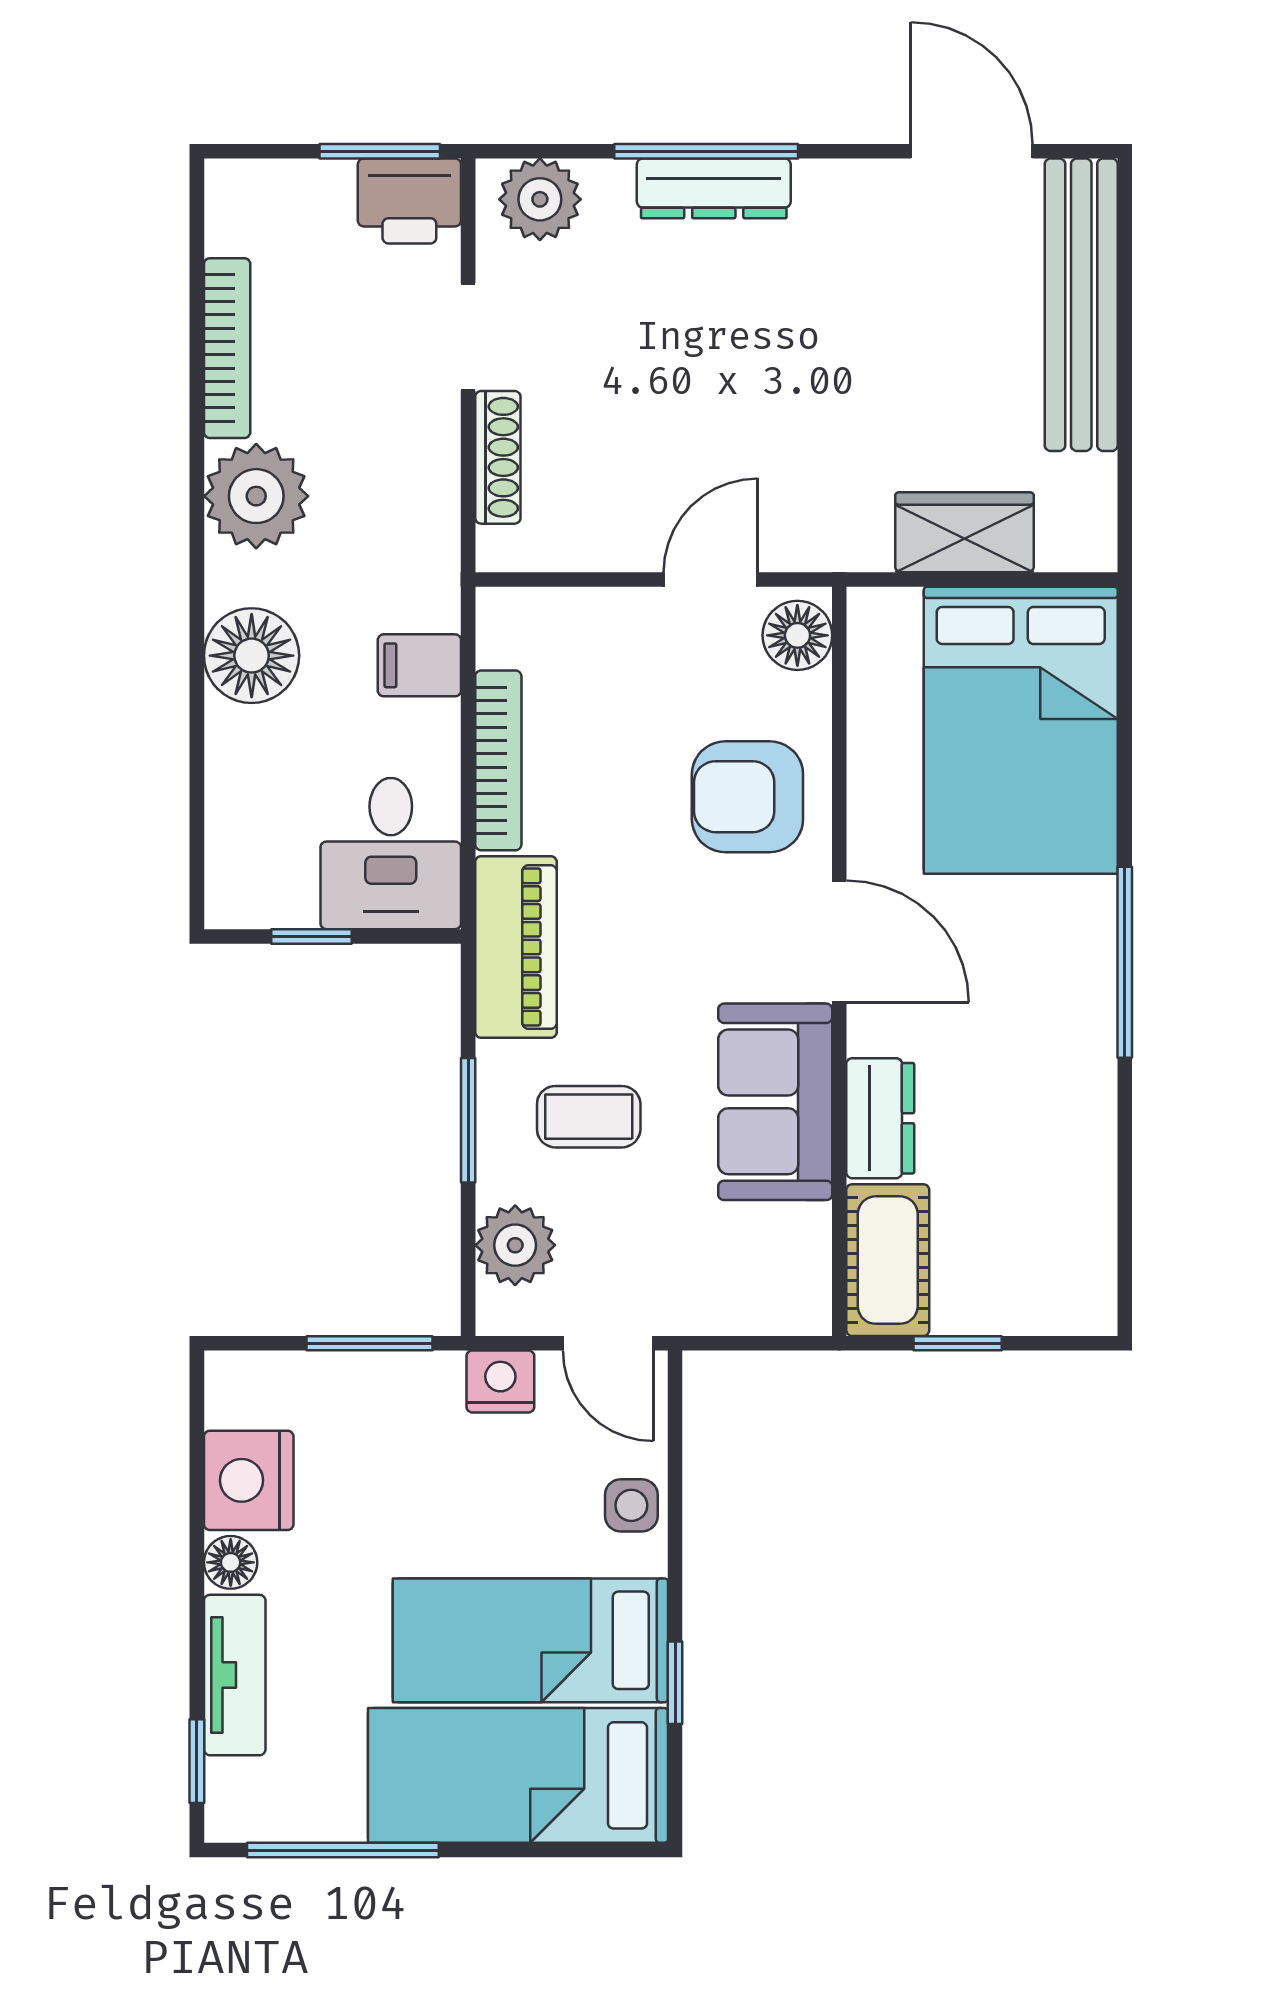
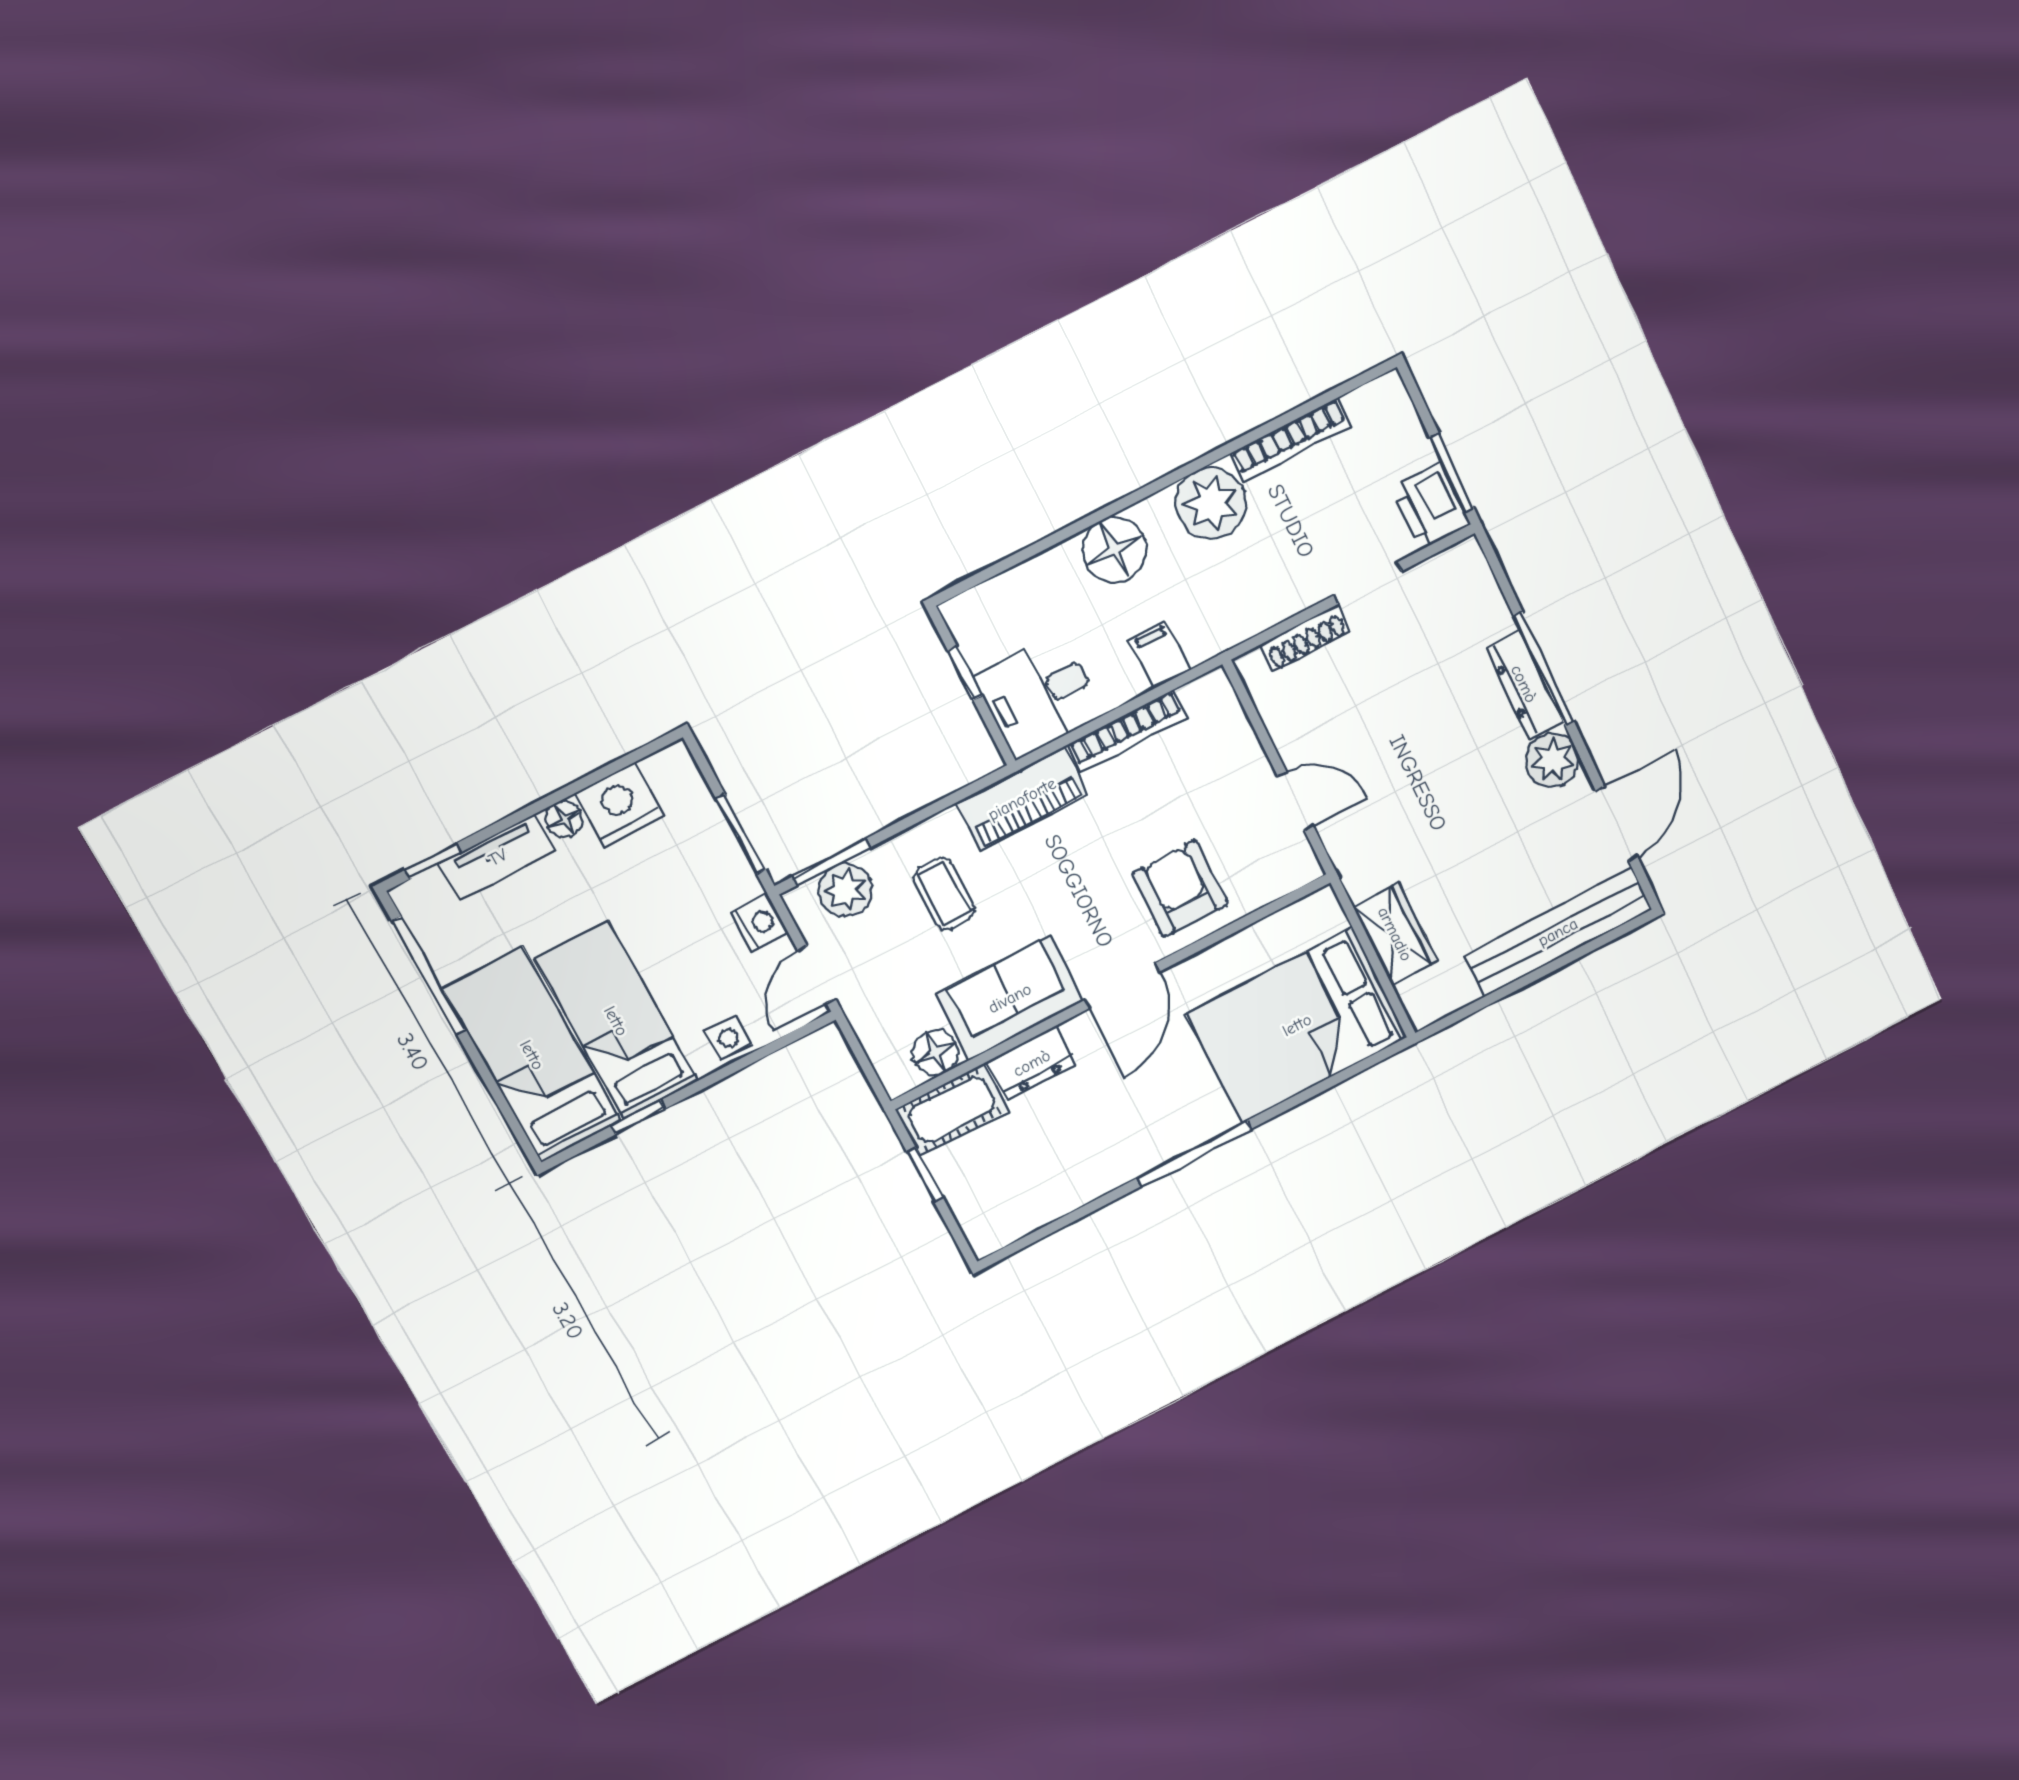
plant: (540, 199) -> (1552, 760), moved
floor lamp: (797, 635) -> (936, 1052), moved
window: (468, 1120) -> (831, 862), moved

